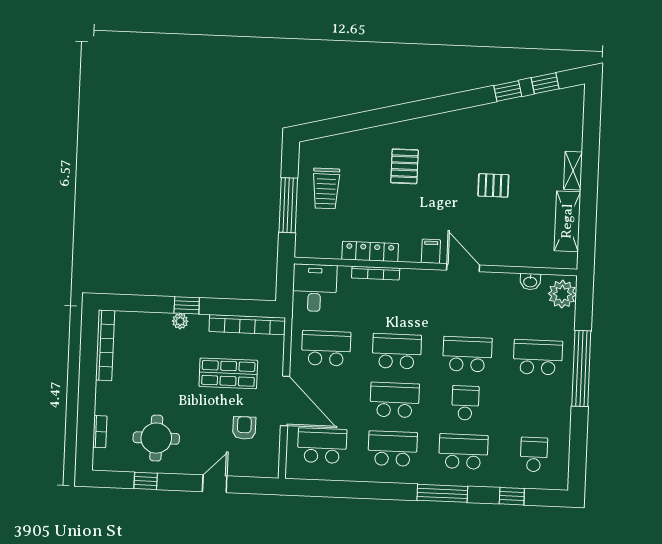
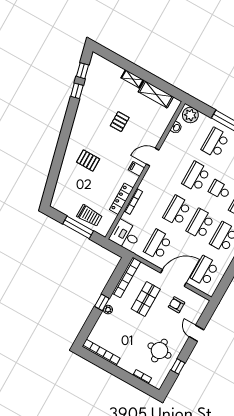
trolley: (326, 188) -> (90, 216), moved

